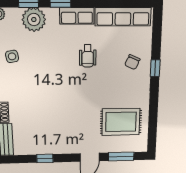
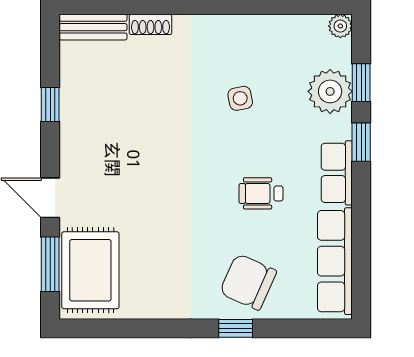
side table: (12, 56) -> (240, 98), moved
chair: (132, 62) -> (248, 282), width x1.87, depth x1.87
rug: (121, 122) -> (90, 270), moved

